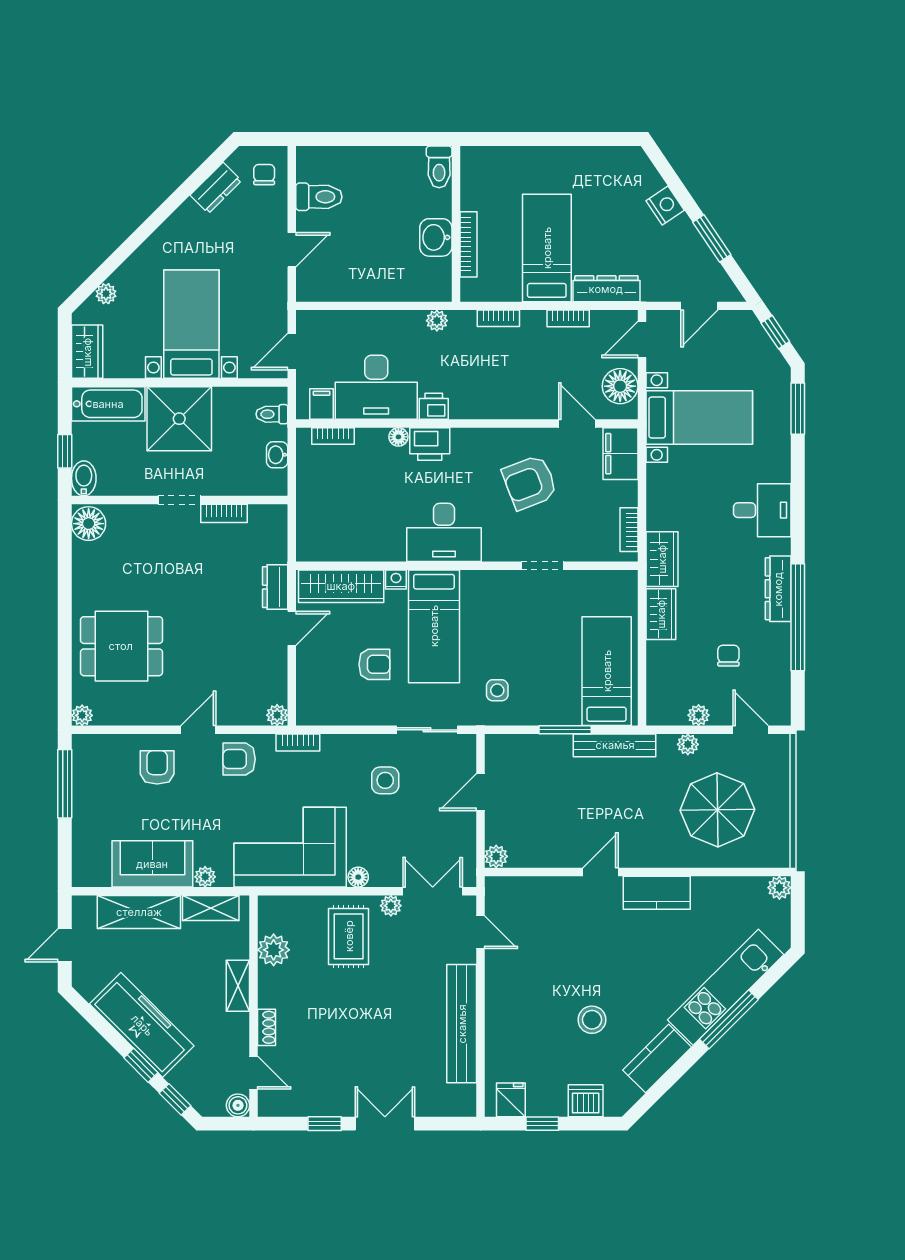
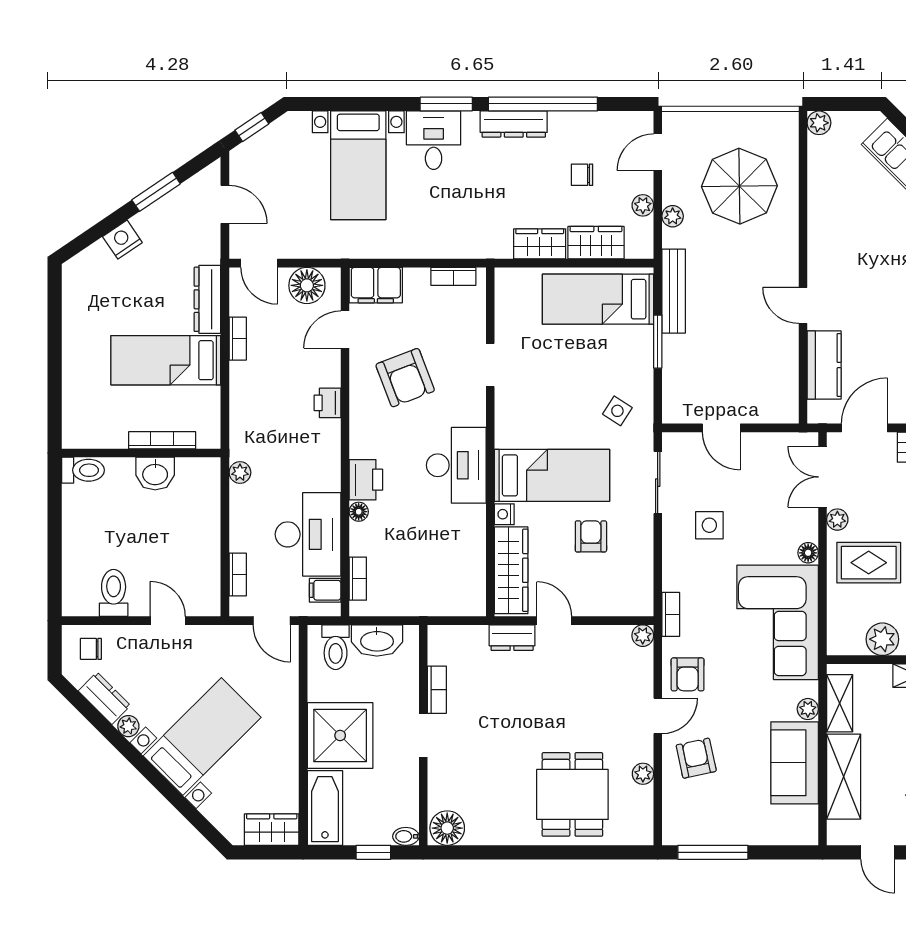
plant: (106, 294) -> (128, 726), moved
bookcase: (498, 318) -> (238, 574), moved
bed with nightstands: (191, 324) -> (202, 737), moved, turned 135
printer: (434, 406) -> (327, 403), moved
window: (798, 409) -> (446, 104), moved
toilet: (272, 414) -> (336, 647), width x1.37, depth x1.39
bed with nightstands: (699, 418) -> (358, 165), moved, turned 180
washbasin: (277, 455) -> (377, 640), width x1.91, depth x1.45
bidet: (84, 478) -> (406, 836), width x0.72, depth x0.74
wardrobe: (662, 559) -> (596, 243), moved
side table: (497, 690) -> (617, 411), turned 33
plant: (82, 715) -> (643, 774), moved
door: (198, 730) -> (658, 716), swing flipped
armchair: (157, 767) -> (696, 758), turned 78
plant: (496, 856) -> (787, 412), removed
kitchen counter: (657, 893) -> (824, 365), moved
door: (481, 932) -> (864, 428), width x1.38

